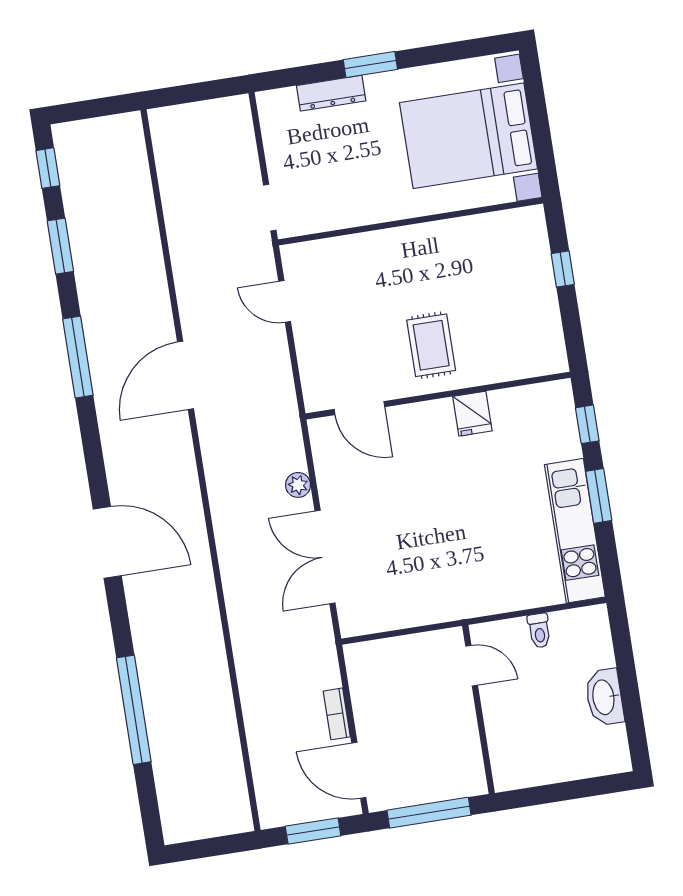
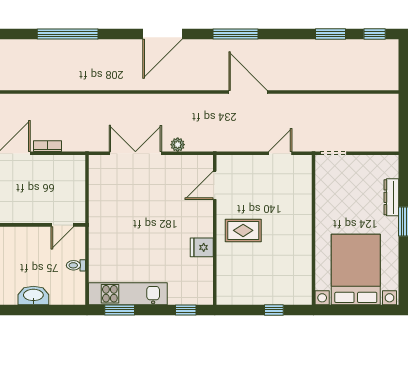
window: (78, 357) -> (235, 34), moved
window: (599, 496) -> (120, 310), moved

